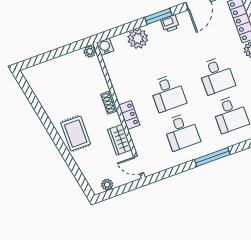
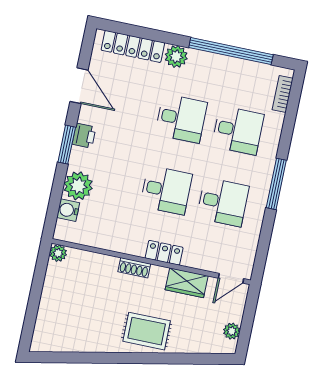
water cooler: (105, 47) -> (68, 210), moved

